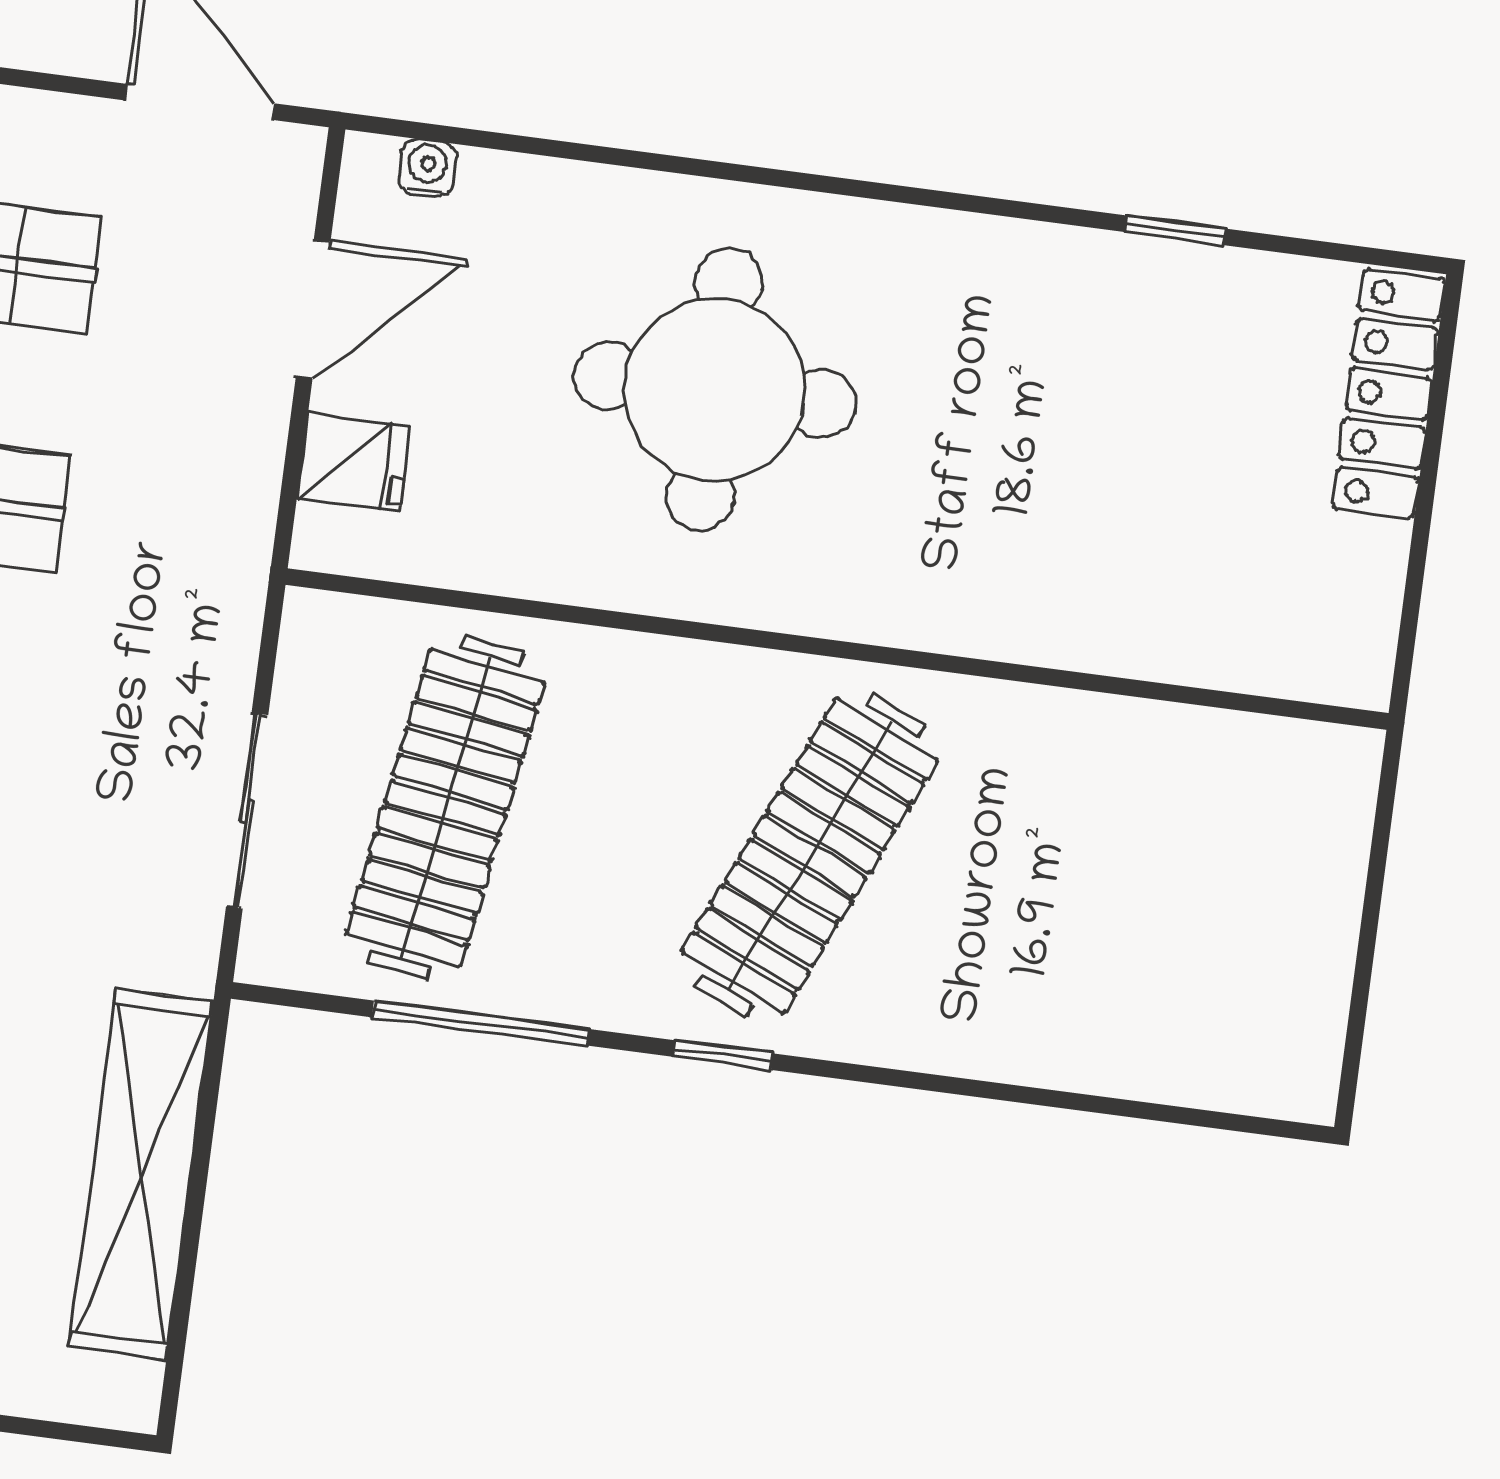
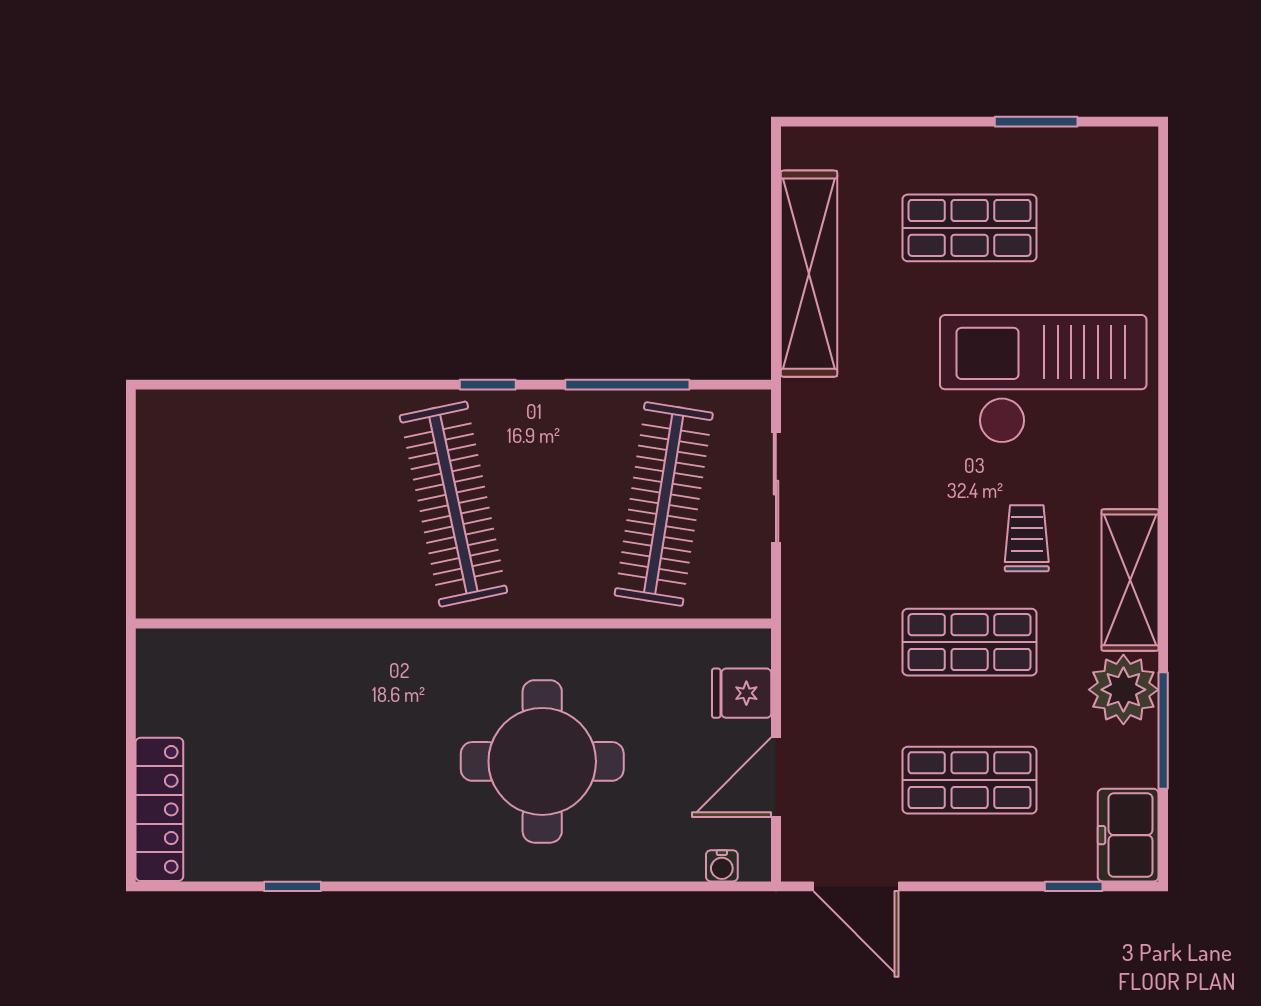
clothes rail: (810, 856) -> (453, 504), turned -36

